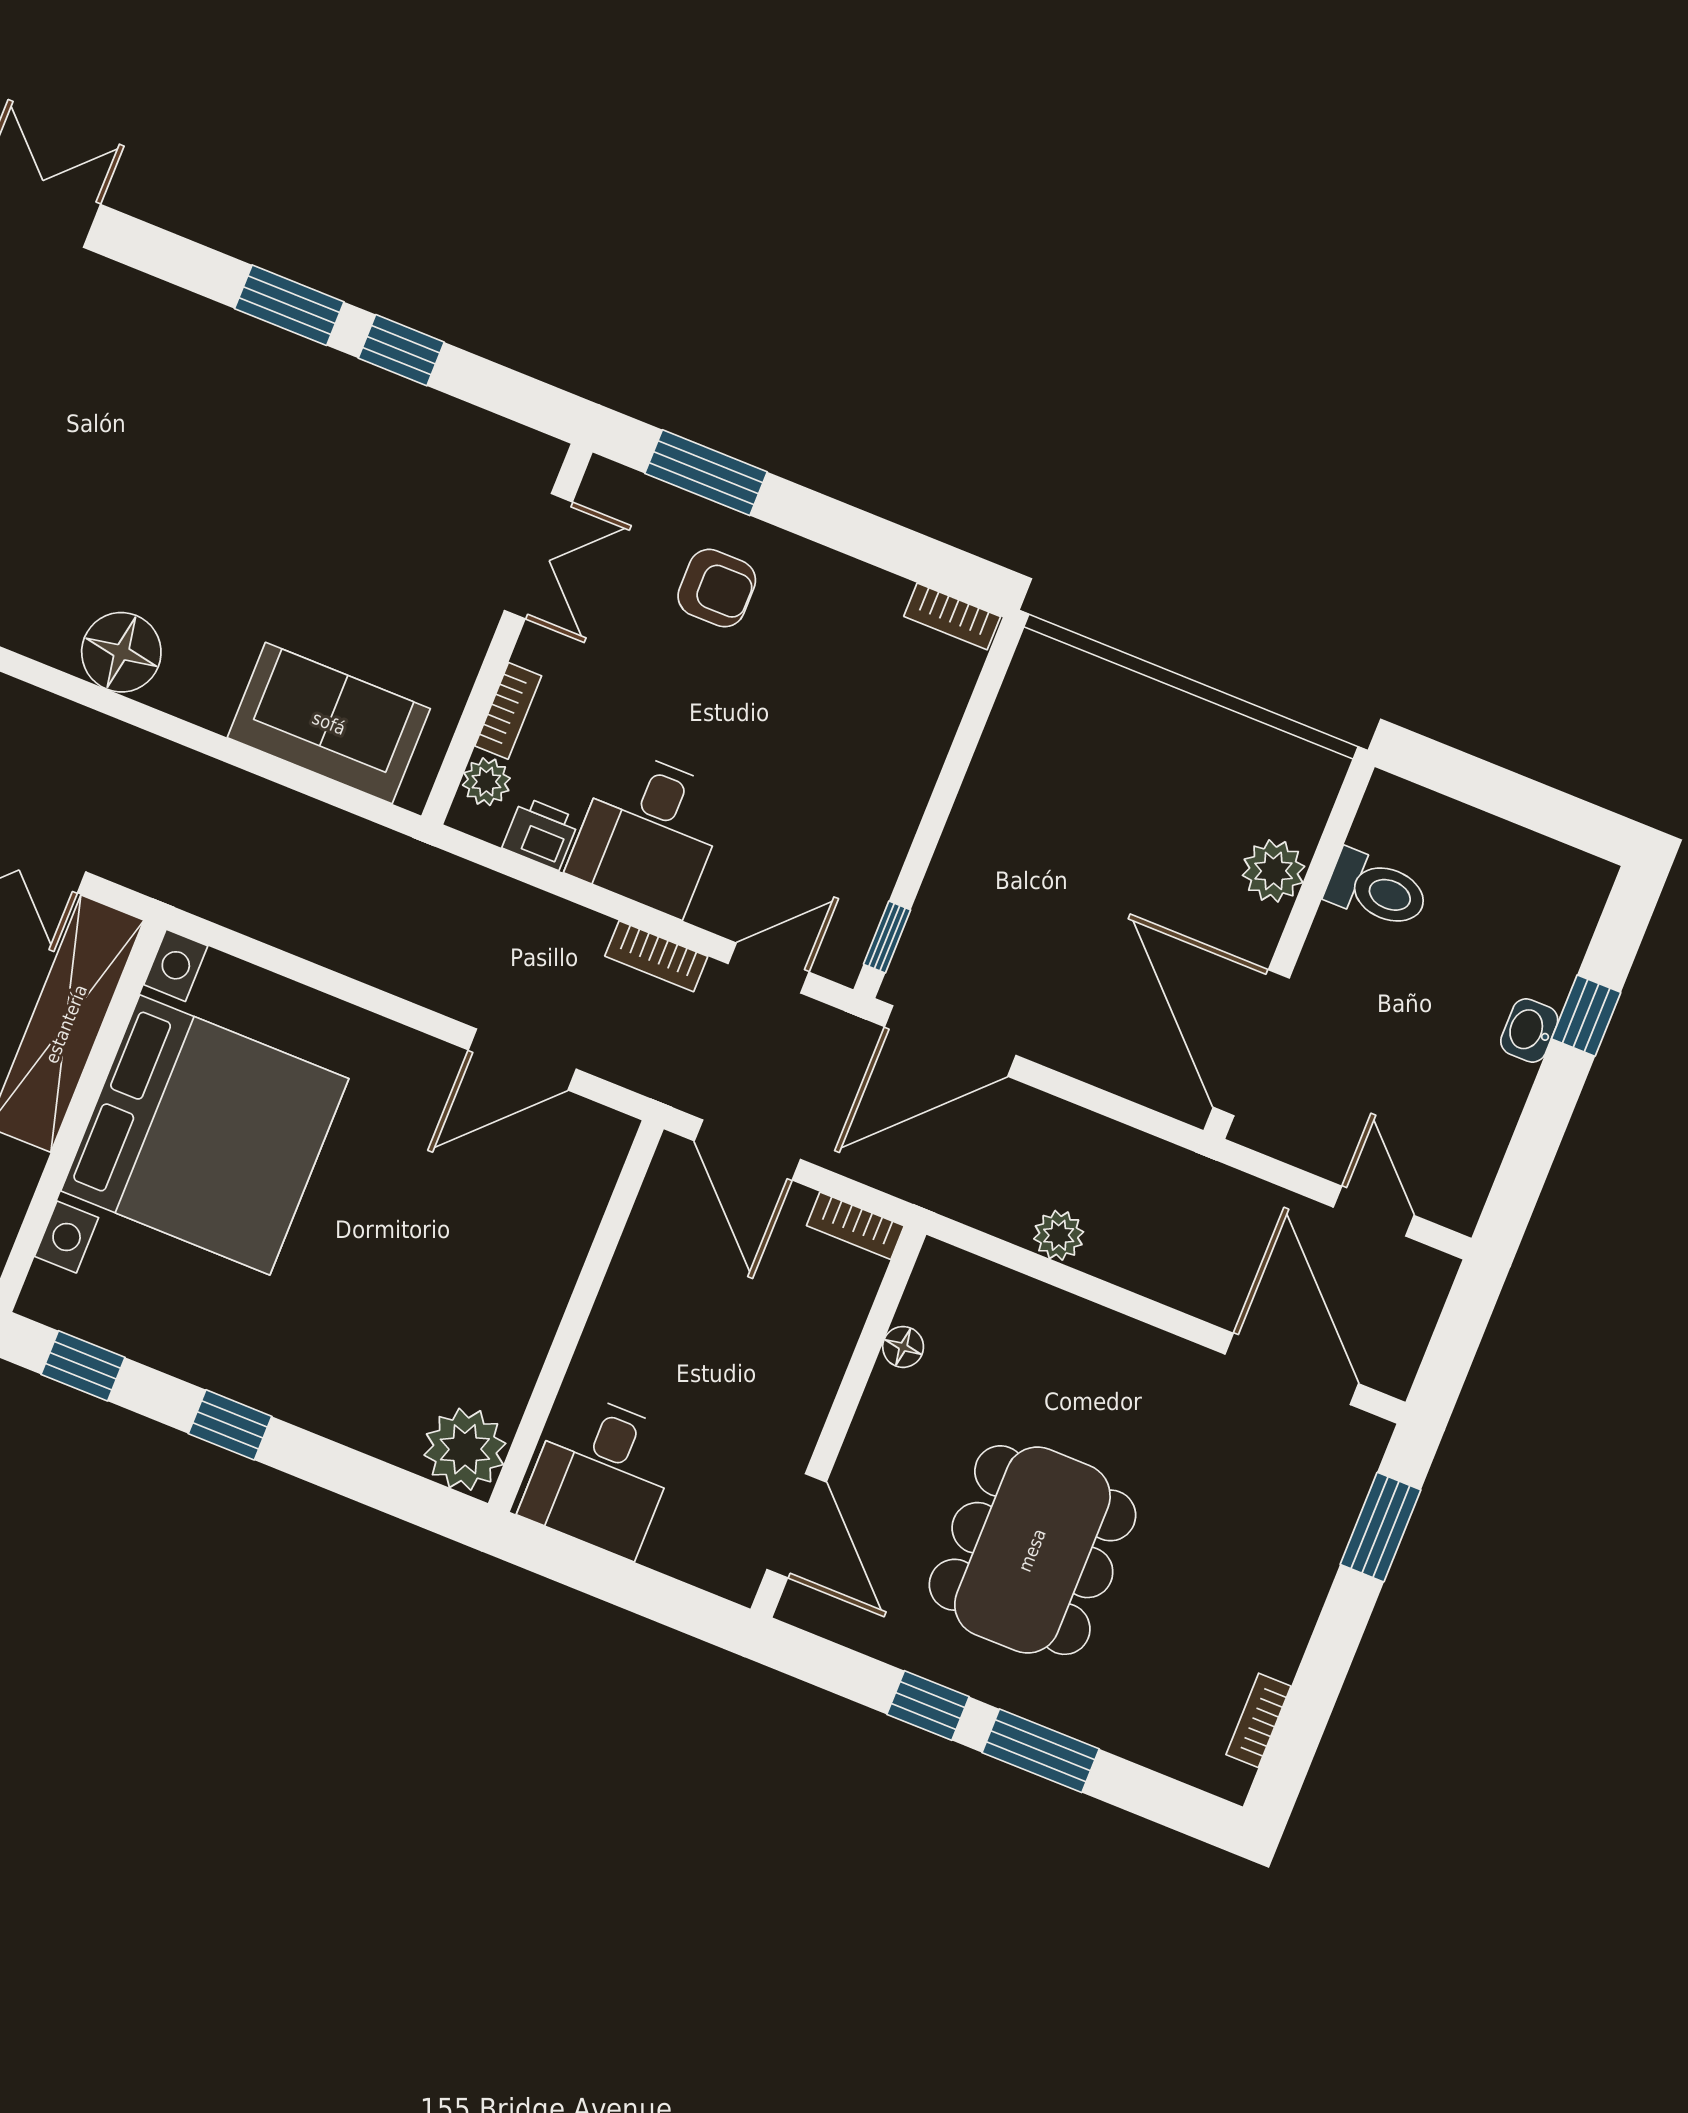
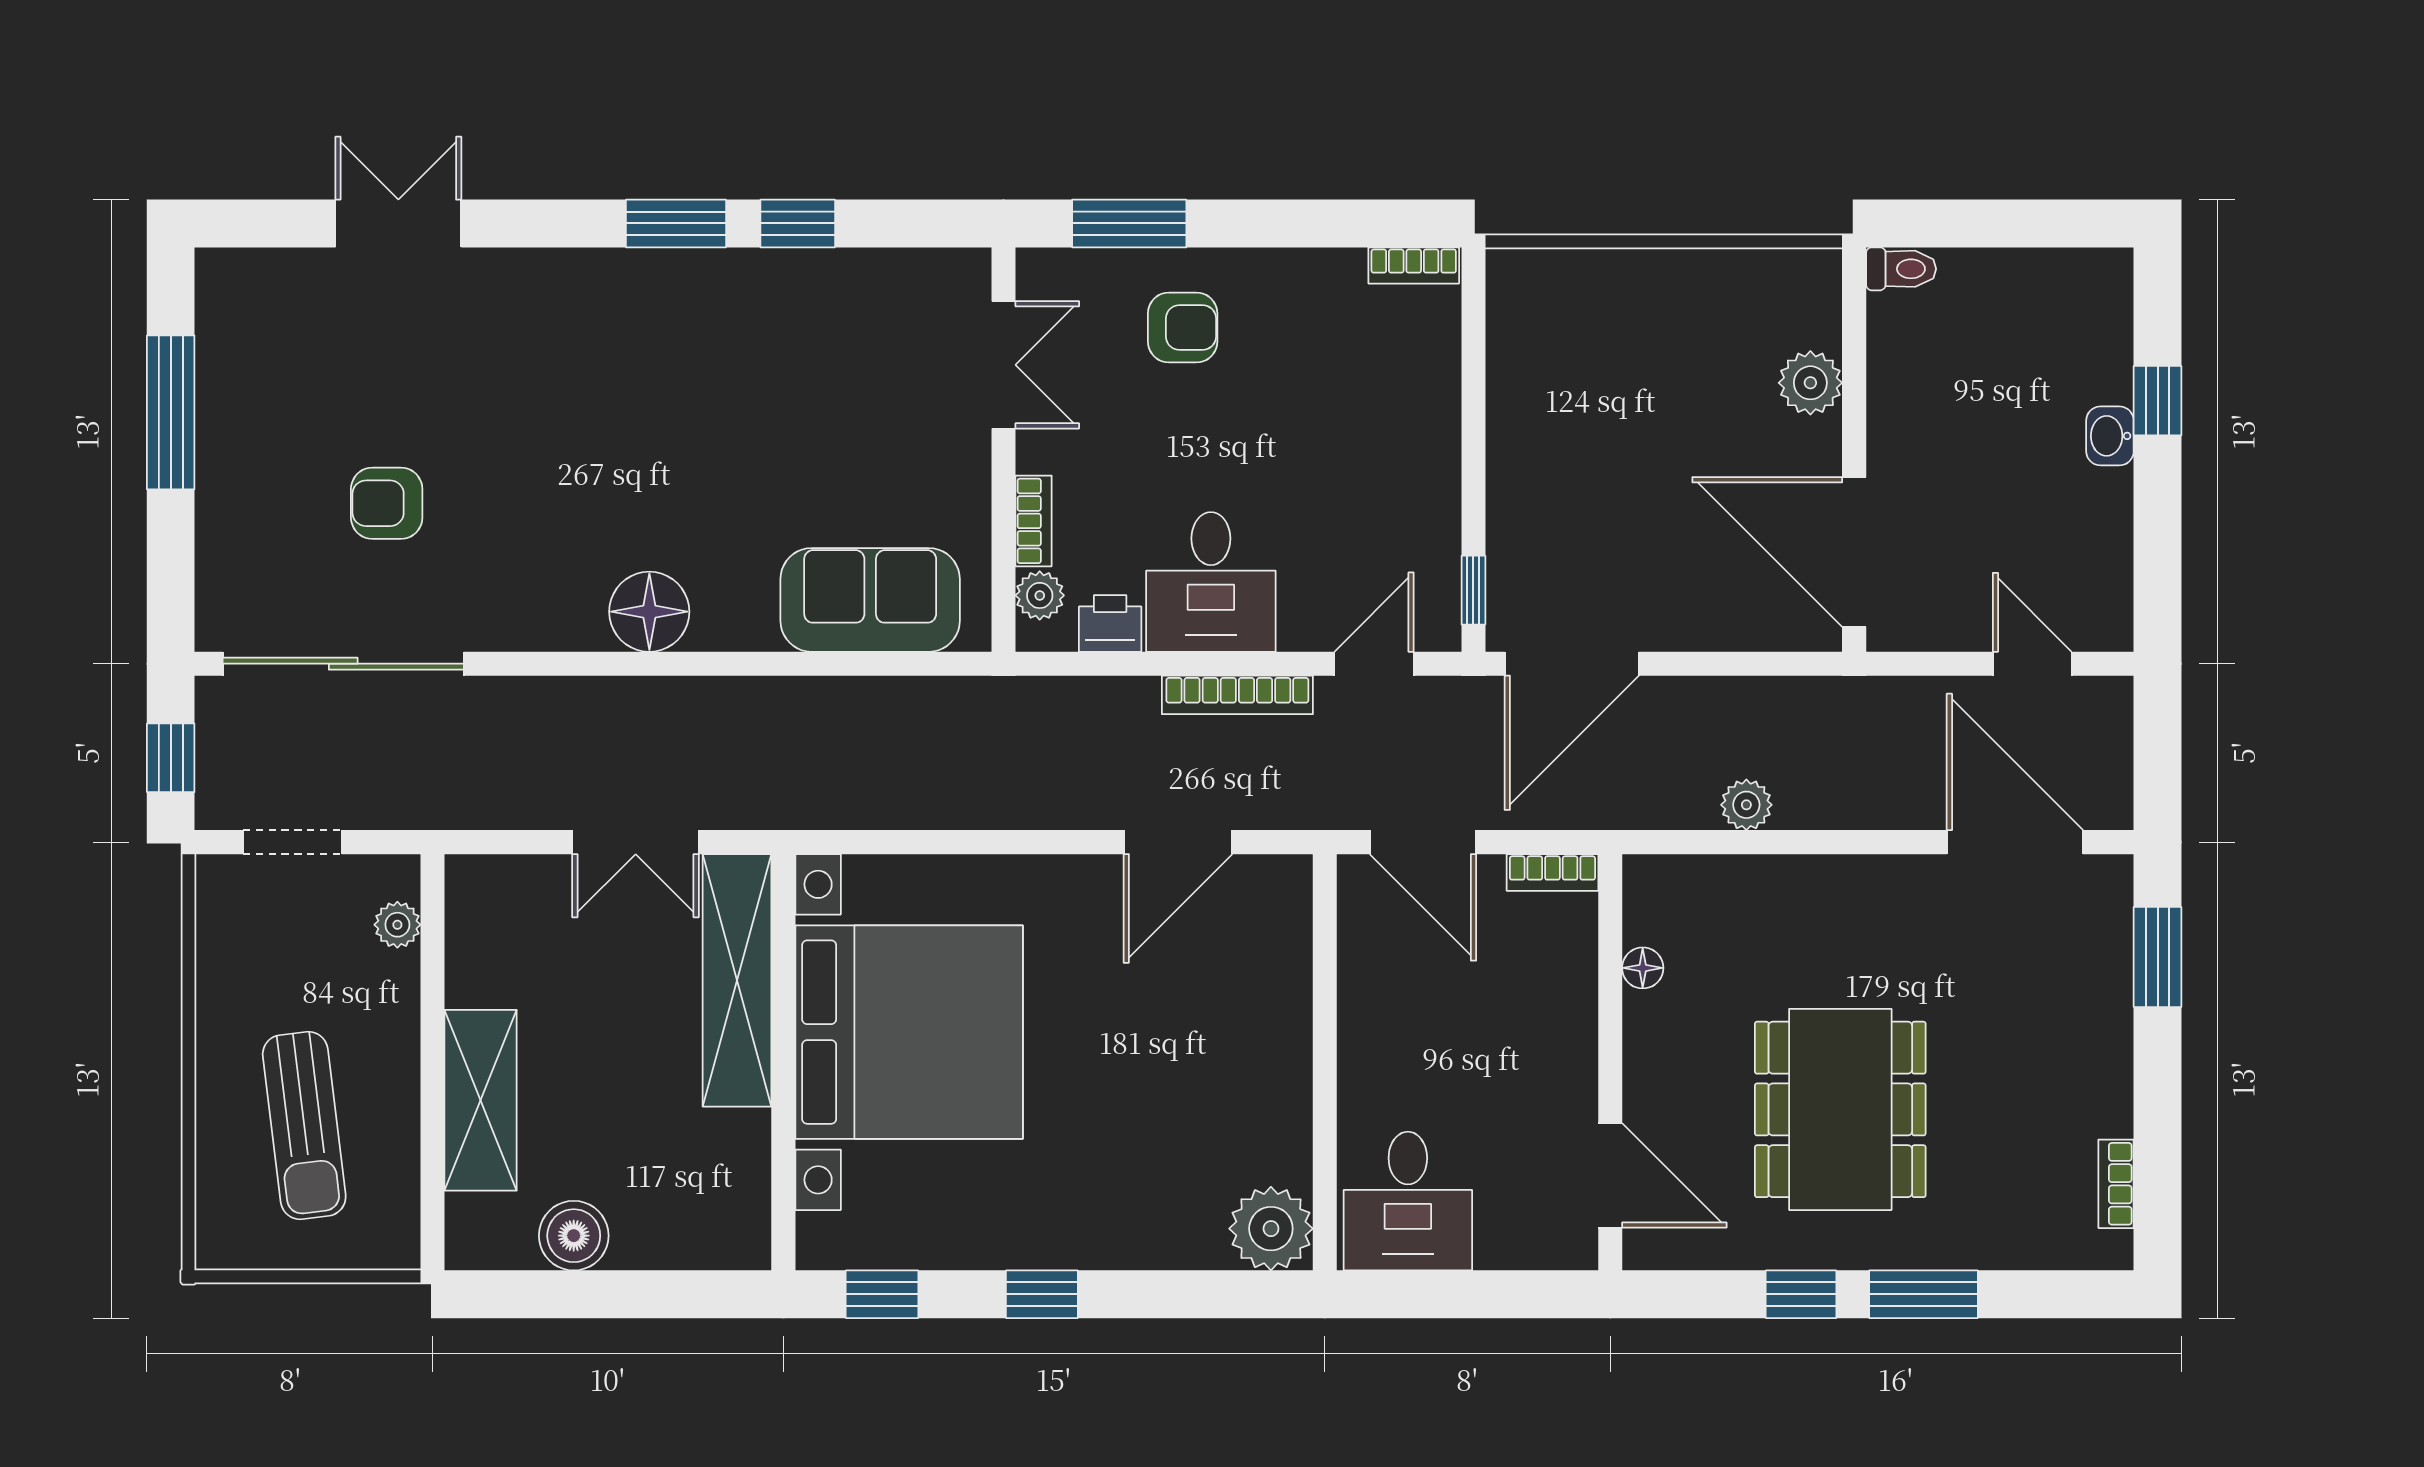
toilet: (1377, 890) -> (1901, 269), moved, width x0.73, depth x0.72
bookcase: (656, 956) -> (1237, 695), width x1.56

